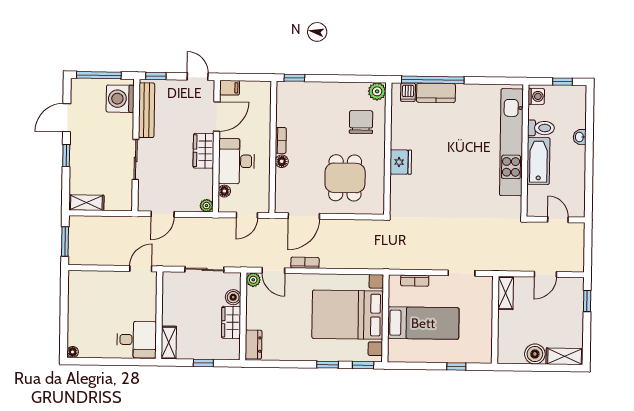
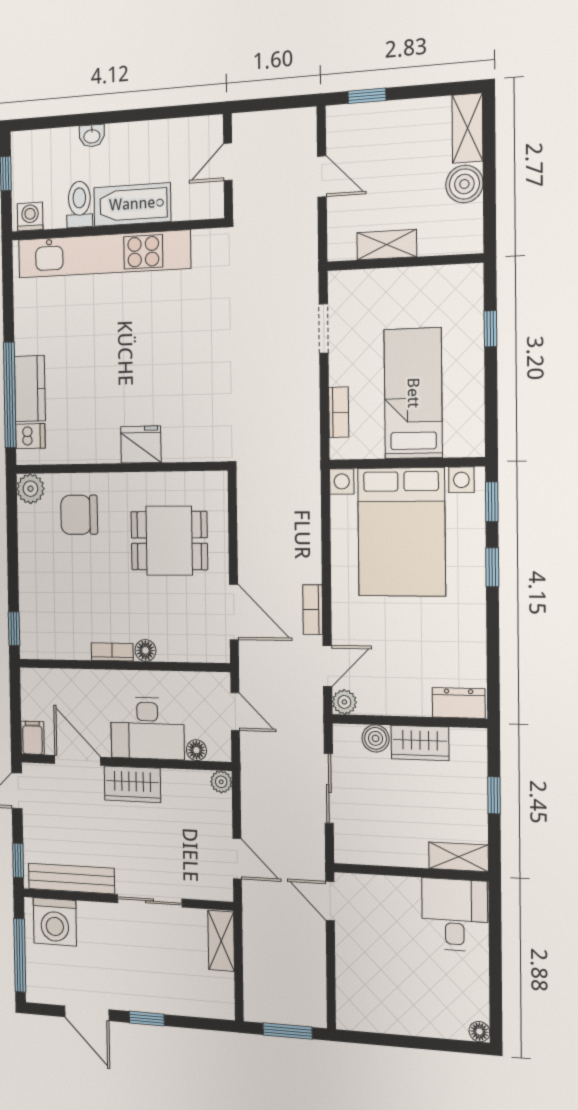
shelving: (86, 203) -> (221, 941), moved
shelving: (506, 293) -> (387, 245), moved

